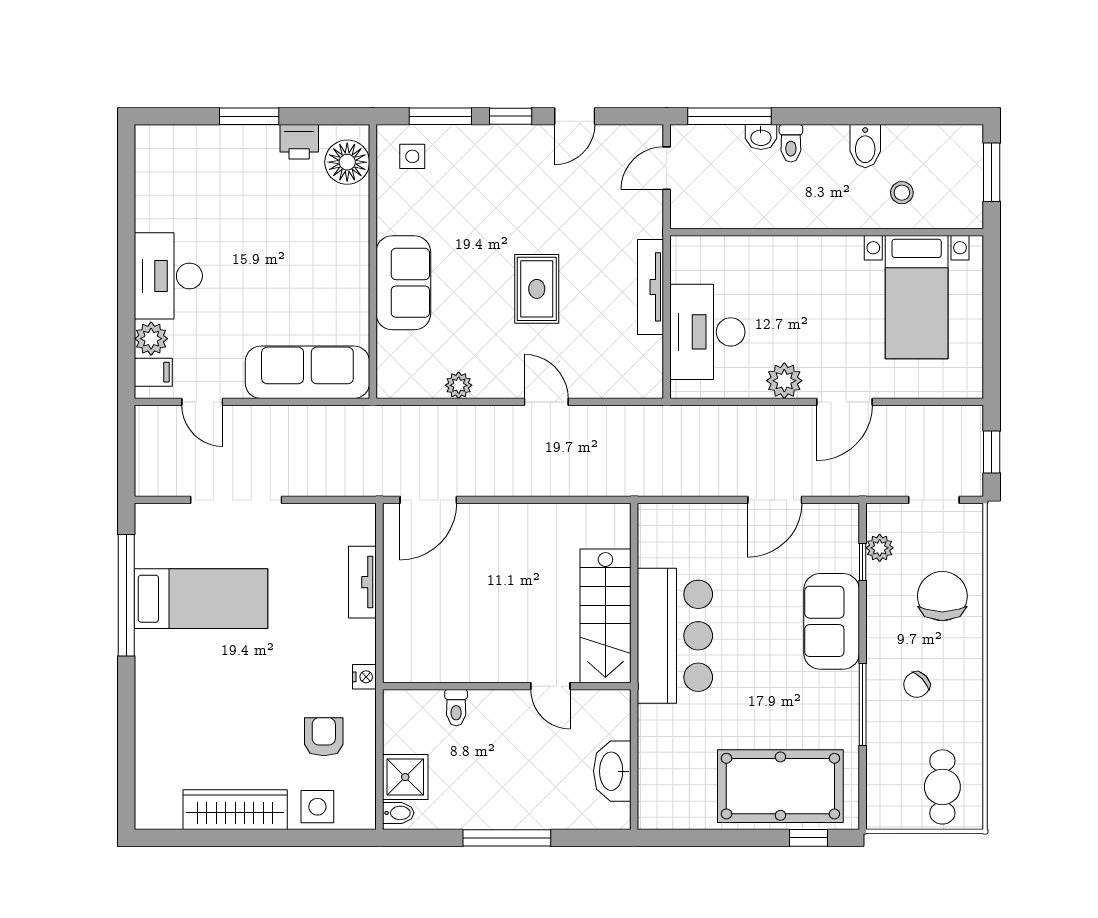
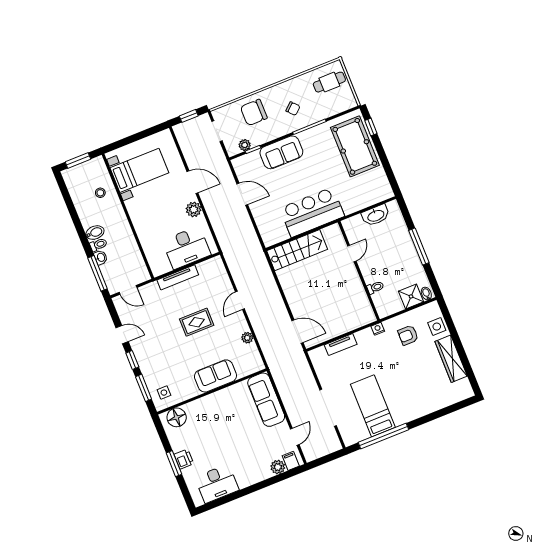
printer: (299, 142) -> (184, 459), moved
bidet: (865, 146) -> (95, 233), moved
desk: (168, 276) -> (217, 484), moved
stairs: (605, 616) -> (297, 250), moved

